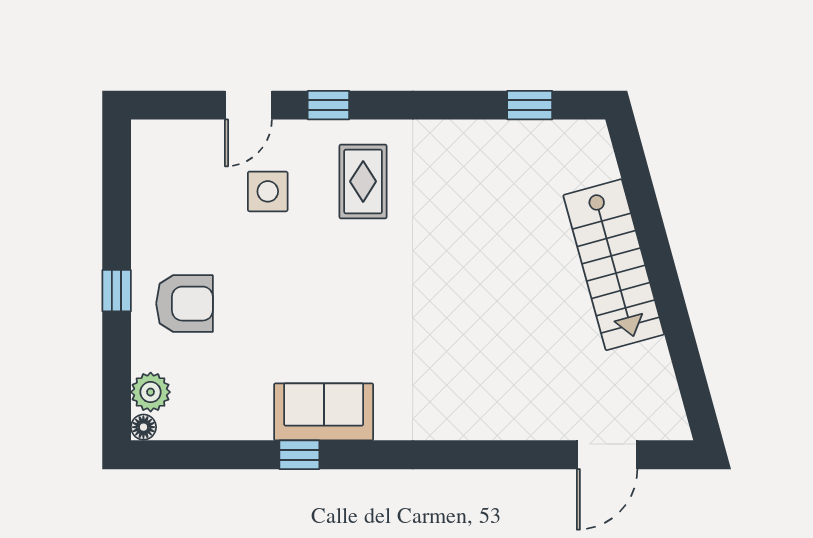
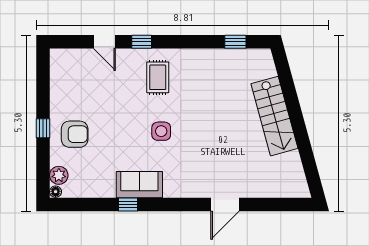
door: (248, 105) -> (104, 42), hinge flipped
side table: (268, 191) -> (161, 131), moved
door: (607, 455) -> (225, 205), moved

